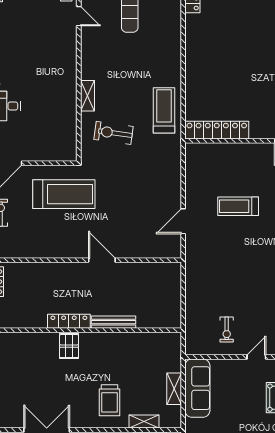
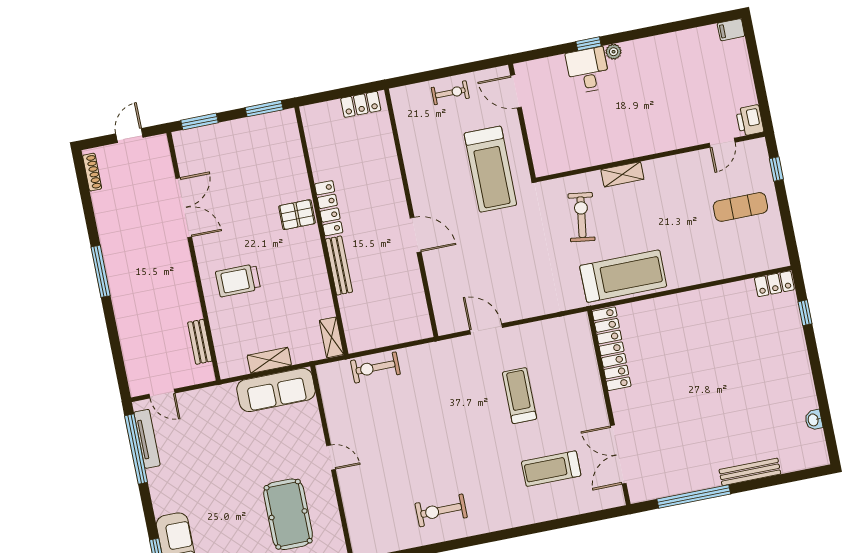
treadmill: (164, 110) -> (623, 276), width x1.37, depth x1.38
door: (102, 260) -> (416, 235), hinge flipped
exercise bike: (227, 330) -> (375, 367), moved, width x1.38, depth x1.39
shelving: (144, 422) -> (331, 337), moved

